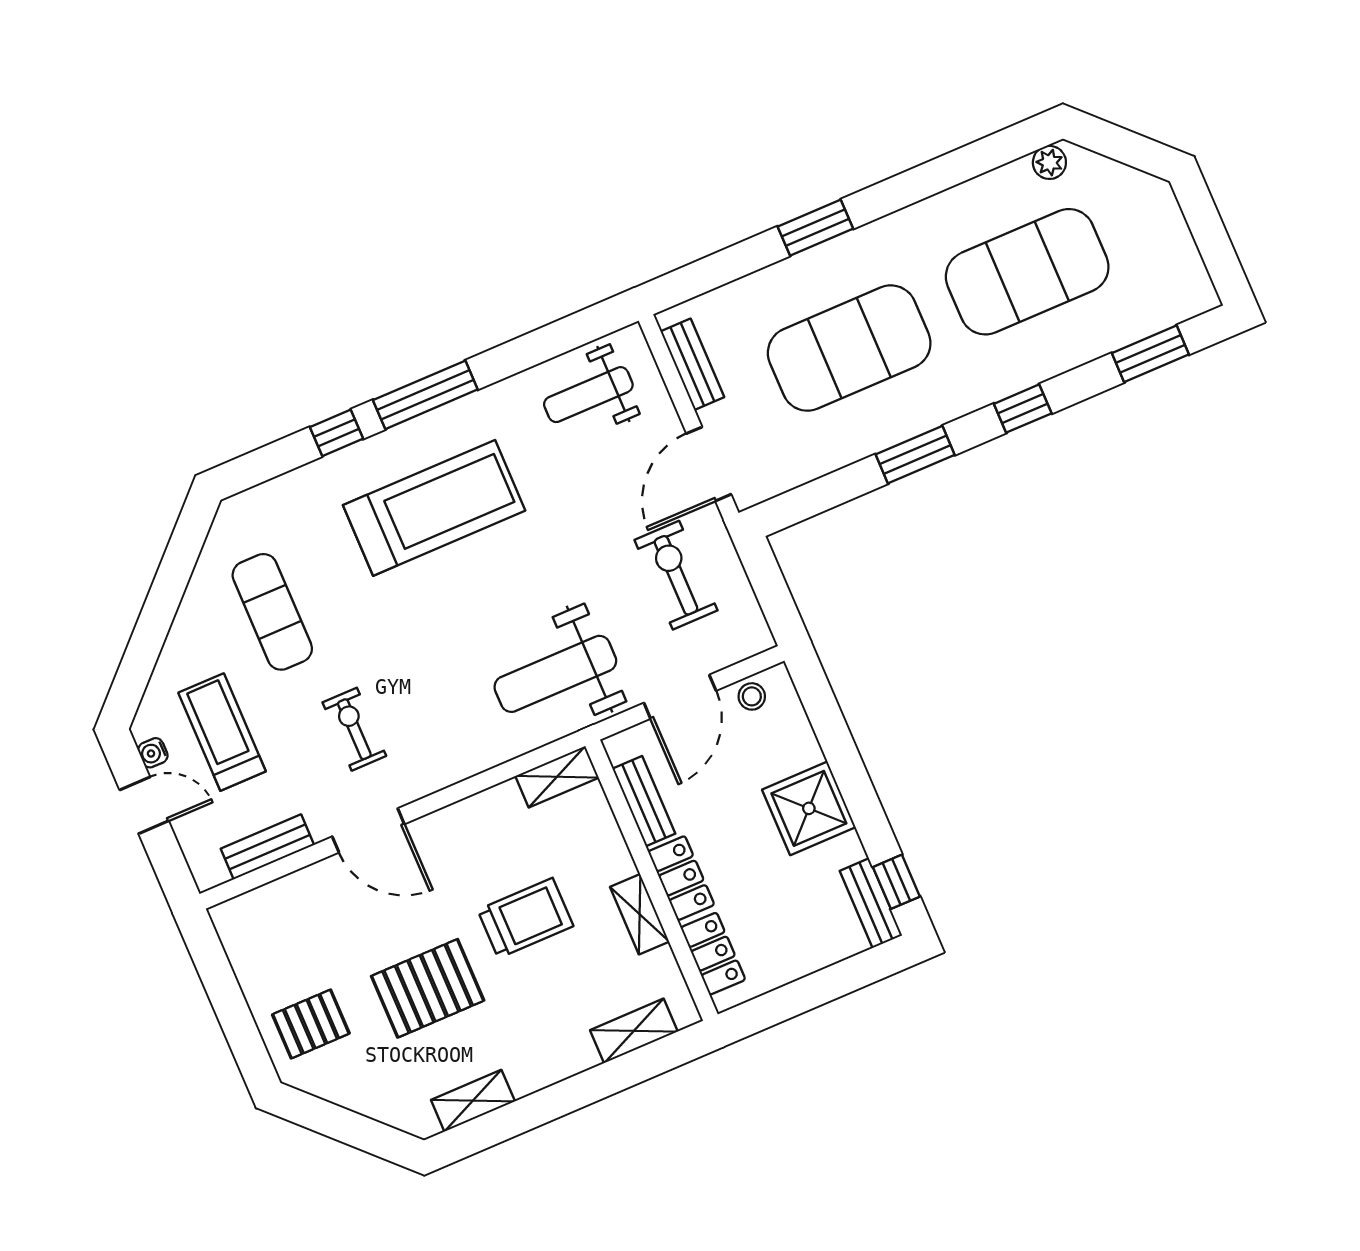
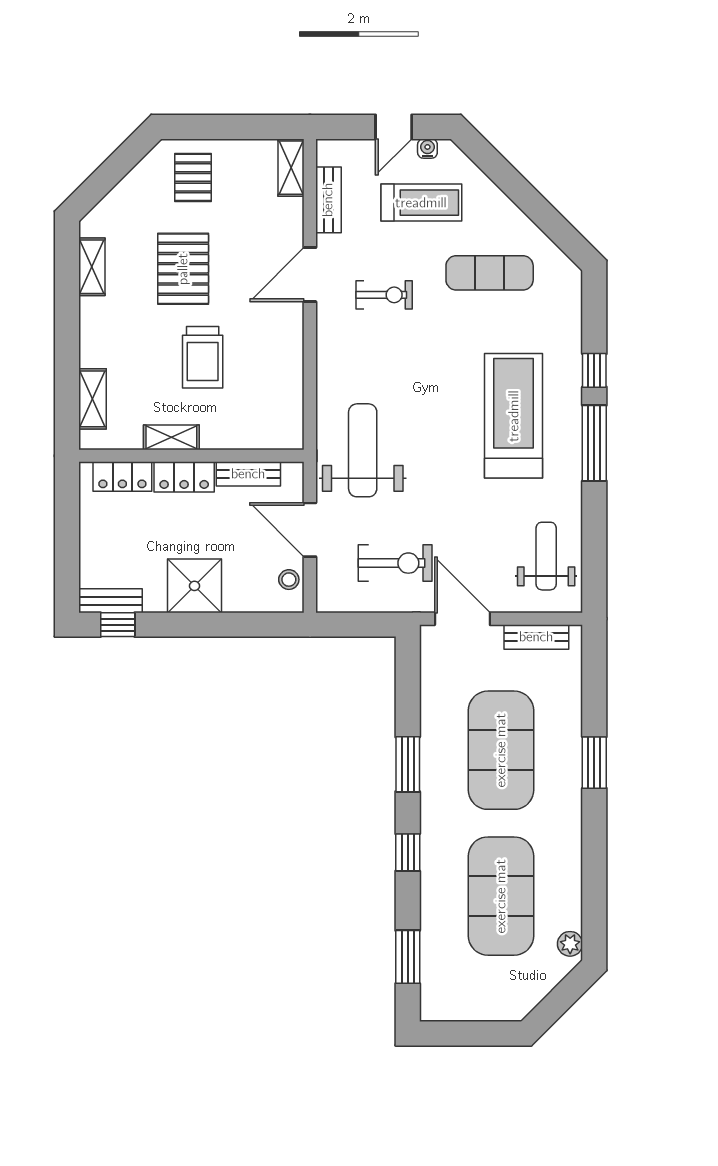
treadmill: (434, 508) -> (514, 416), turned 180
shelving: (557, 777) -> (291, 168), moved

